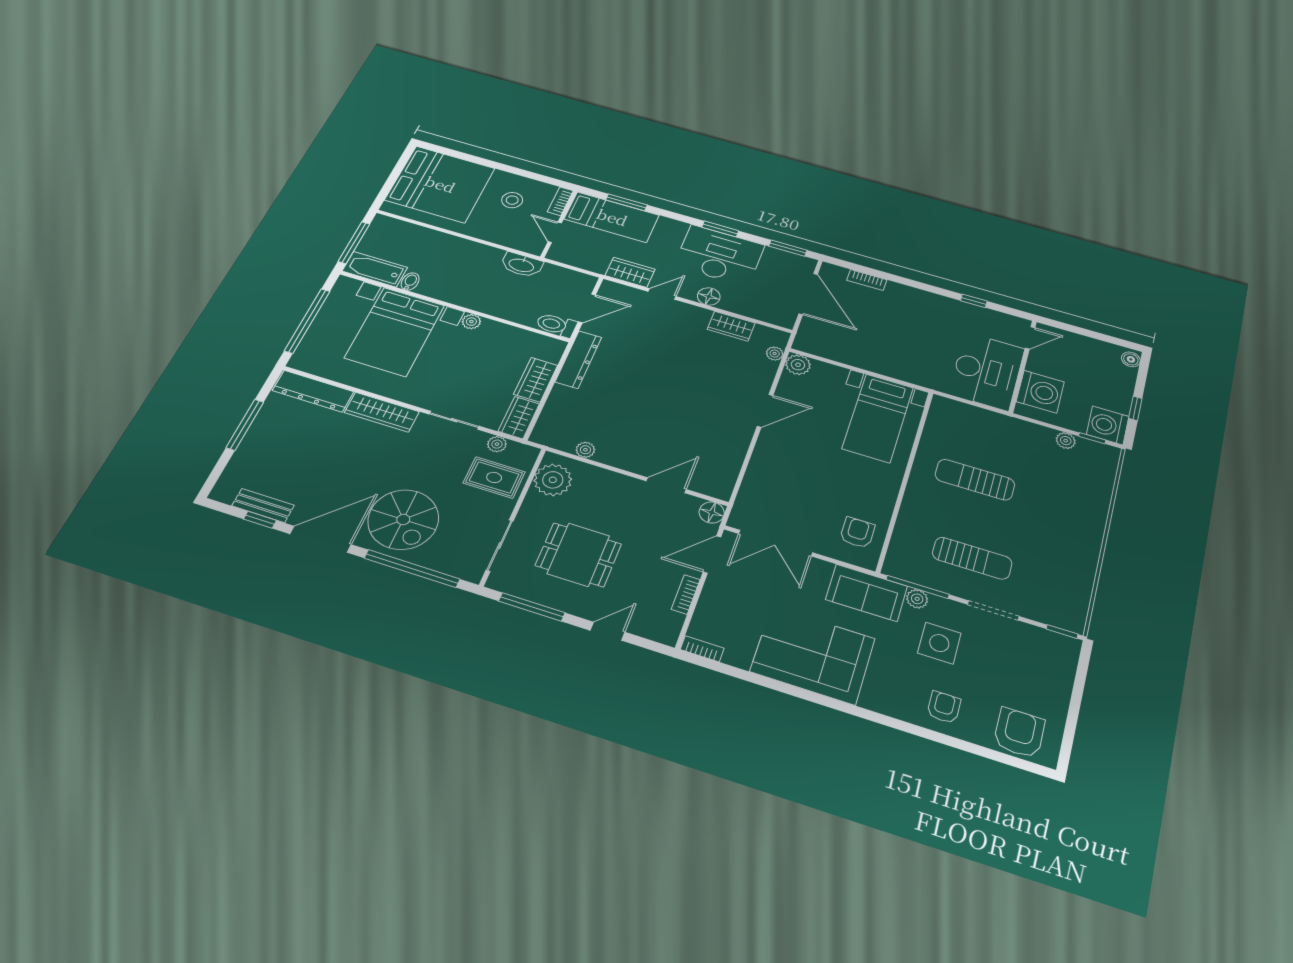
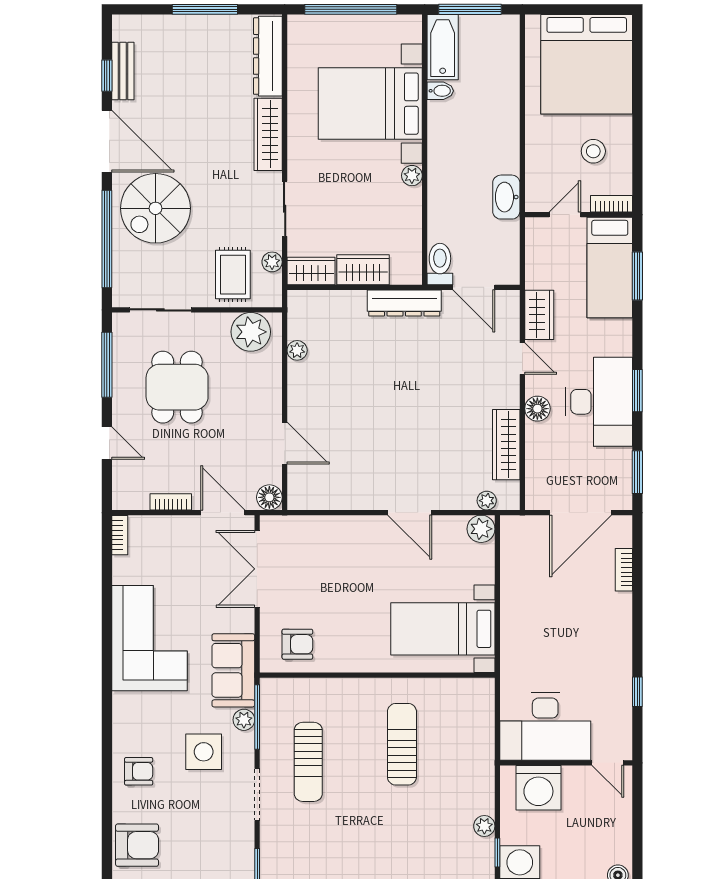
wardrobe: (731, 326) -> (506, 445), width x1.50

